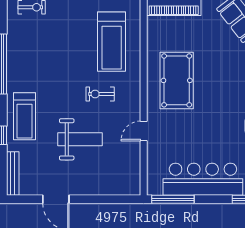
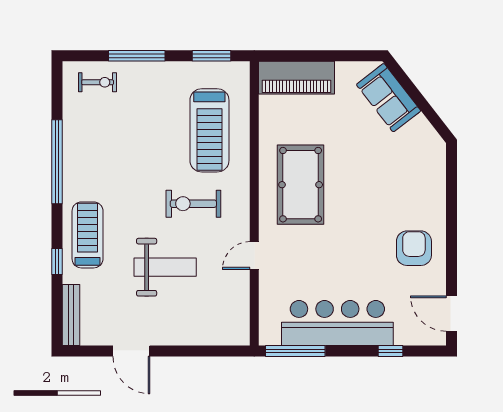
exercise bike: (100, 94) -> (193, 204), width x1.38, depth x1.39
treadmill: (25, 116) -> (88, 235), turned 180

